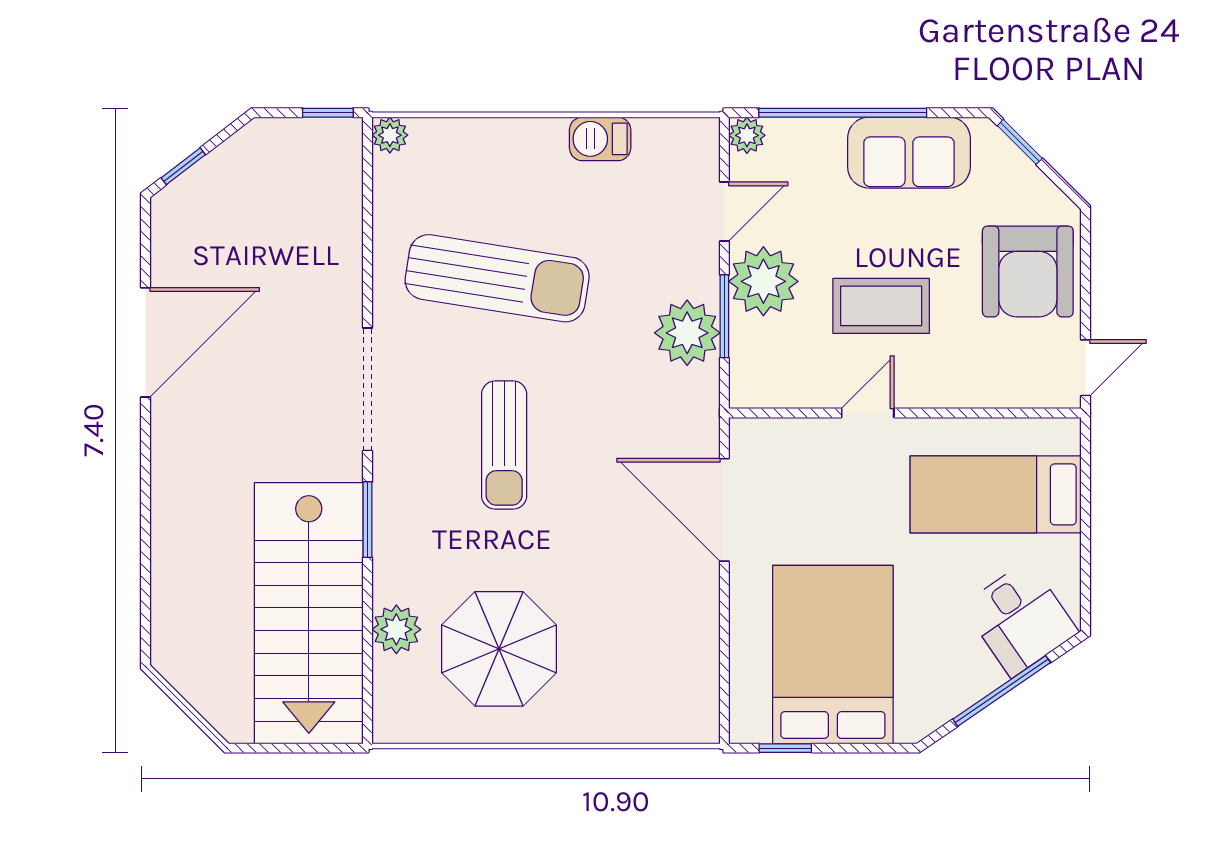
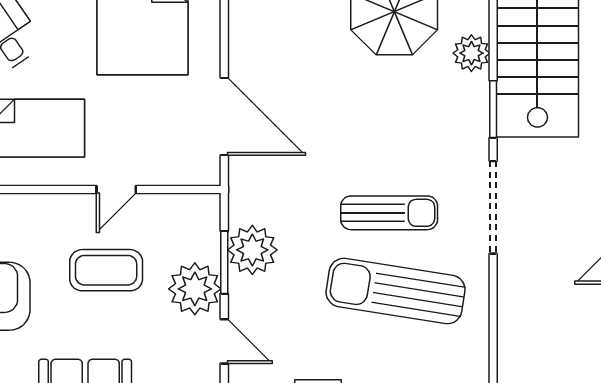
door: (724, 212) -> (224, 341), swing flipped
sun lounger: (504, 445) -> (389, 213), moved, turned 90
plant: (396, 629) -> (471, 53), moved

